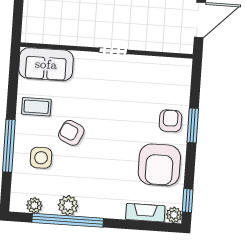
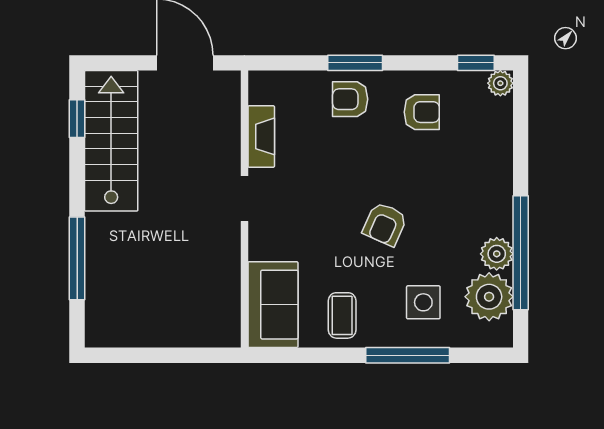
armchair: (71, 133) -> (385, 224), moved
armchair: (159, 165) -> (422, 112), width x0.53, depth x0.53
plant: (34, 205) -> (489, 297), width x1.87, depth x1.87
fireplace: (145, 213) -> (261, 136), moved, turned 180

